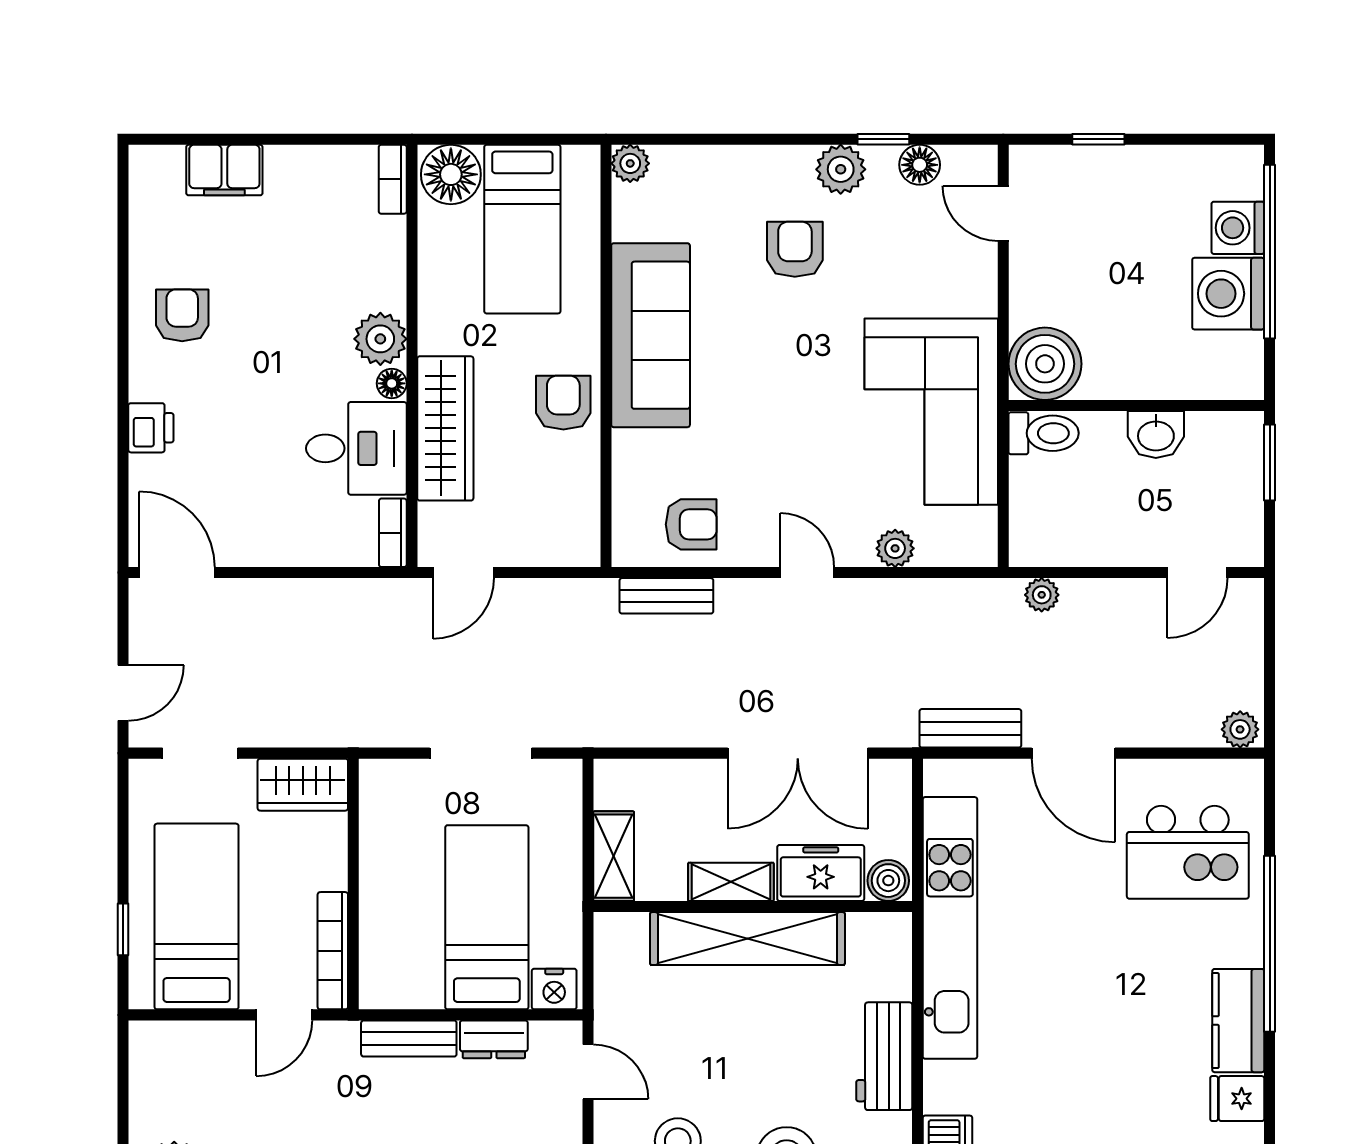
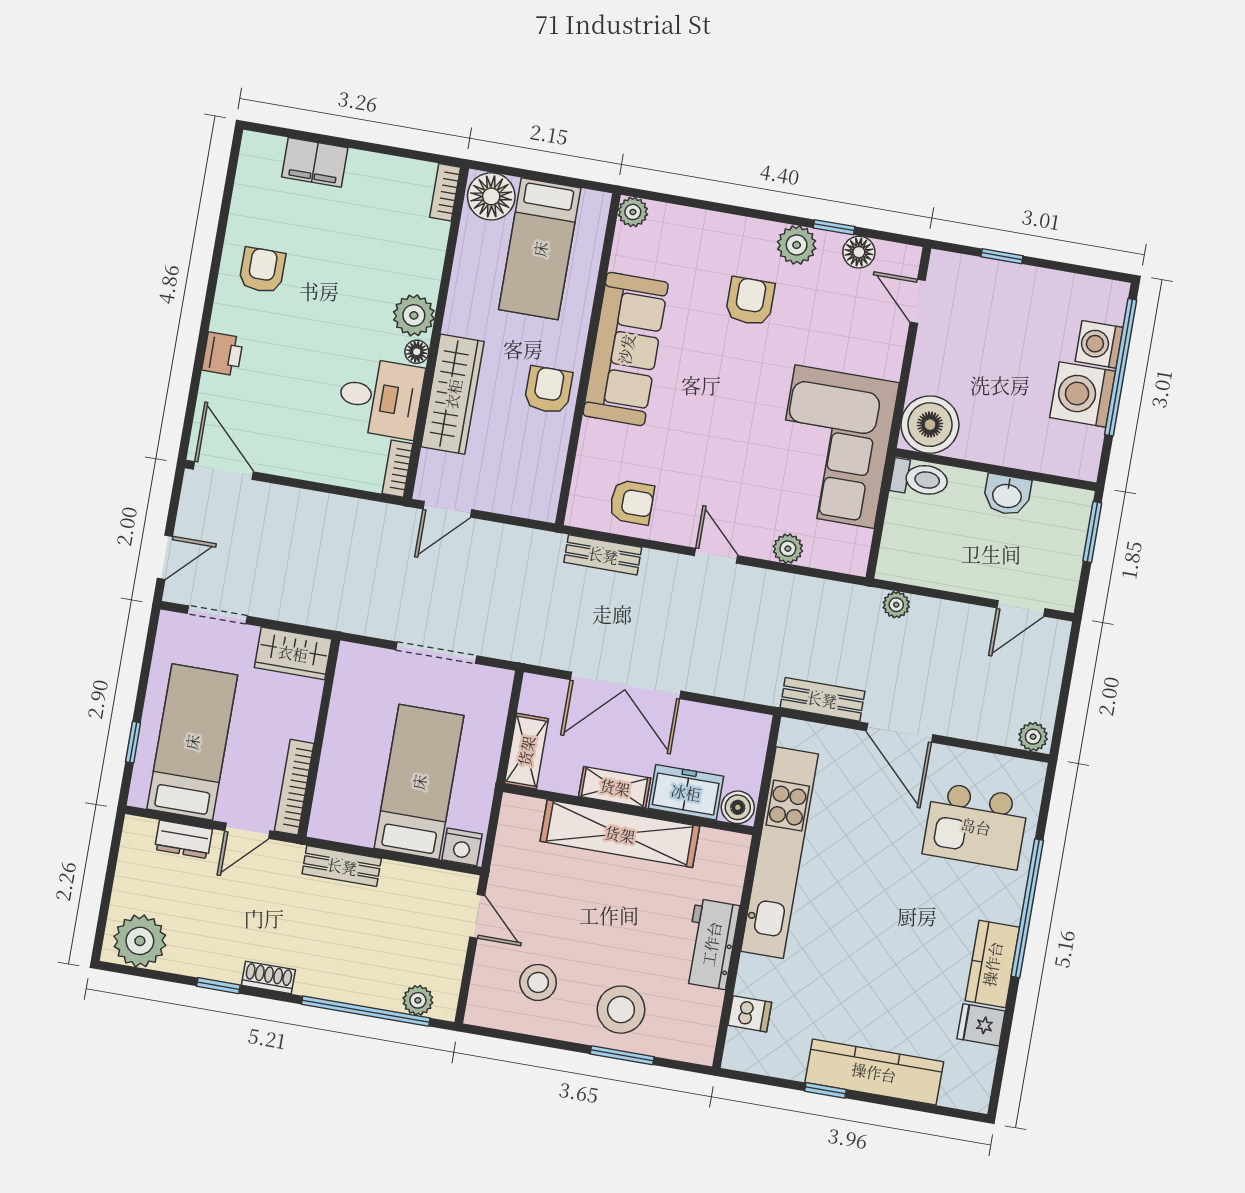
double door: (798, 753) -> (626, 685), moved
dresser: (494, 1039) -> (184, 839), moved

